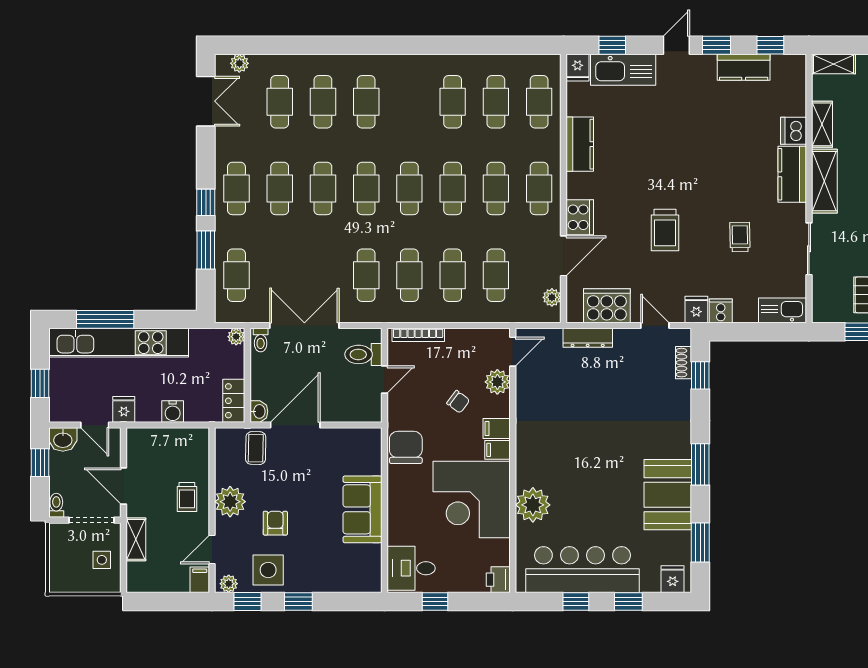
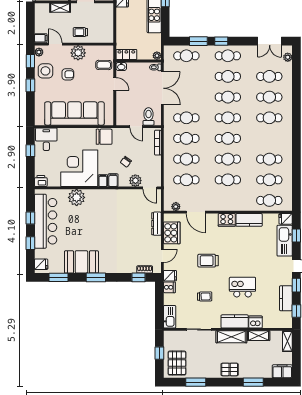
kitchen island: (720, 158) -> (242, 287), added
cafe table: (539, 188) -> (228, 200), removed
cooker: (580, 217) -> (227, 220), moved
water cooler: (173, 412) -> (121, 25), removed
door: (295, 425) -> (115, 84), width x0.53
sofa: (362, 509) -> (74, 113), width x1.85, depth x1.27

